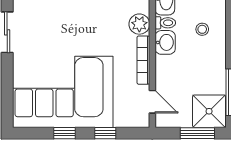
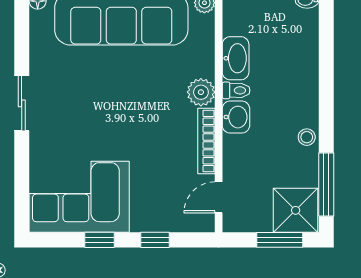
stool: (202, 29) -> (307, 137), moved
corner sofa: (63, 92) -> (79, 197), width x0.73, depth x0.74
door: (152, 102) -> (219, 197), swing flipped

